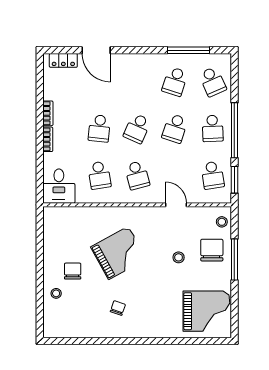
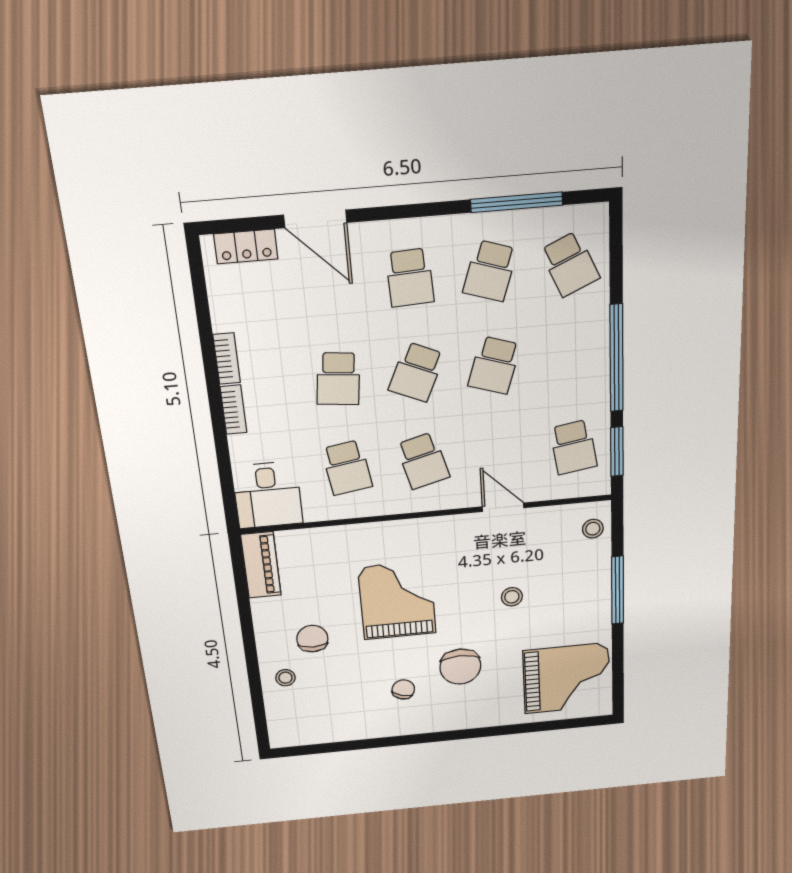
school desk: (213, 128) -> (410, 278), moved
piano: (51, 225) -> (261, 565), added
chair: (212, 250) -> (460, 667), moved, turned 180
grand piano: (119, 253) -> (397, 600), turned -61

